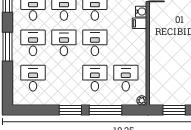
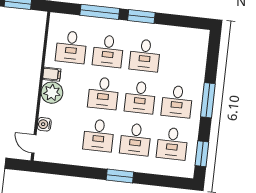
filing cabinet: (139, 23) -> (52, 74), moved
desk: (33, 78) -> (145, 55), moved
plant: (142, 100) -> (52, 93), moved, width x1.87, depth x1.87

